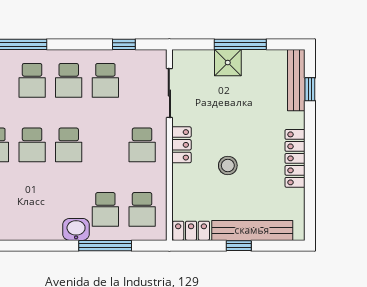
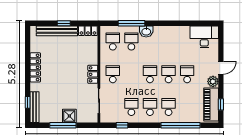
stool: (228, 165) -> (69, 64), removed

